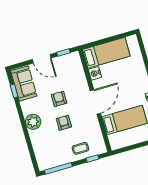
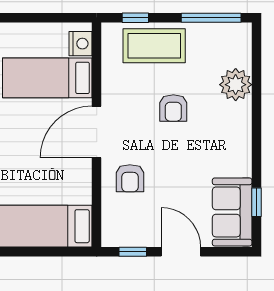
nightstand: (95, 73) -> (81, 44), moved
armchair: (59, 99) -> (130, 178), moved
plant: (33, 122) -> (236, 85), moved
coffee table: (80, 148) -> (154, 46), width x1.86, depth x1.72

